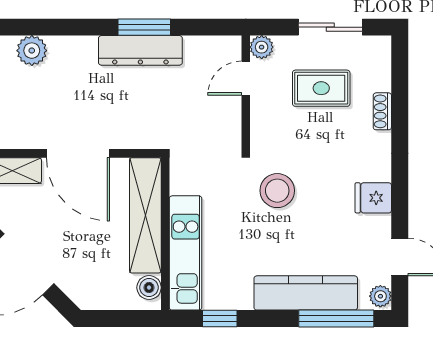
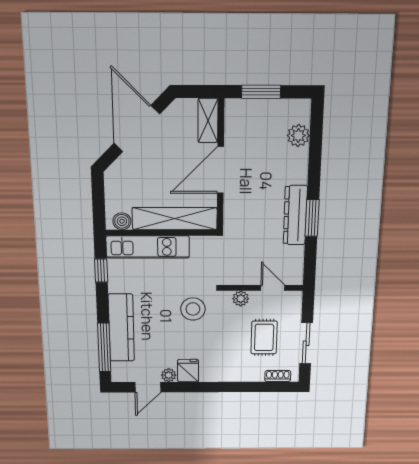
plant: (262, 47) -> (241, 299), moved
shoe rack: (382, 111) -> (278, 376), moved
plant: (380, 296) -> (169, 375), moved

